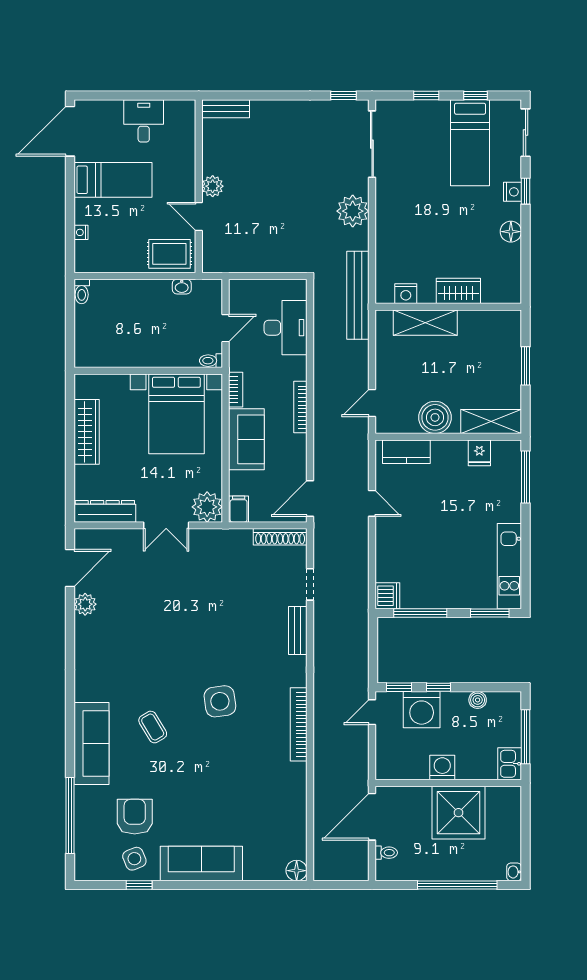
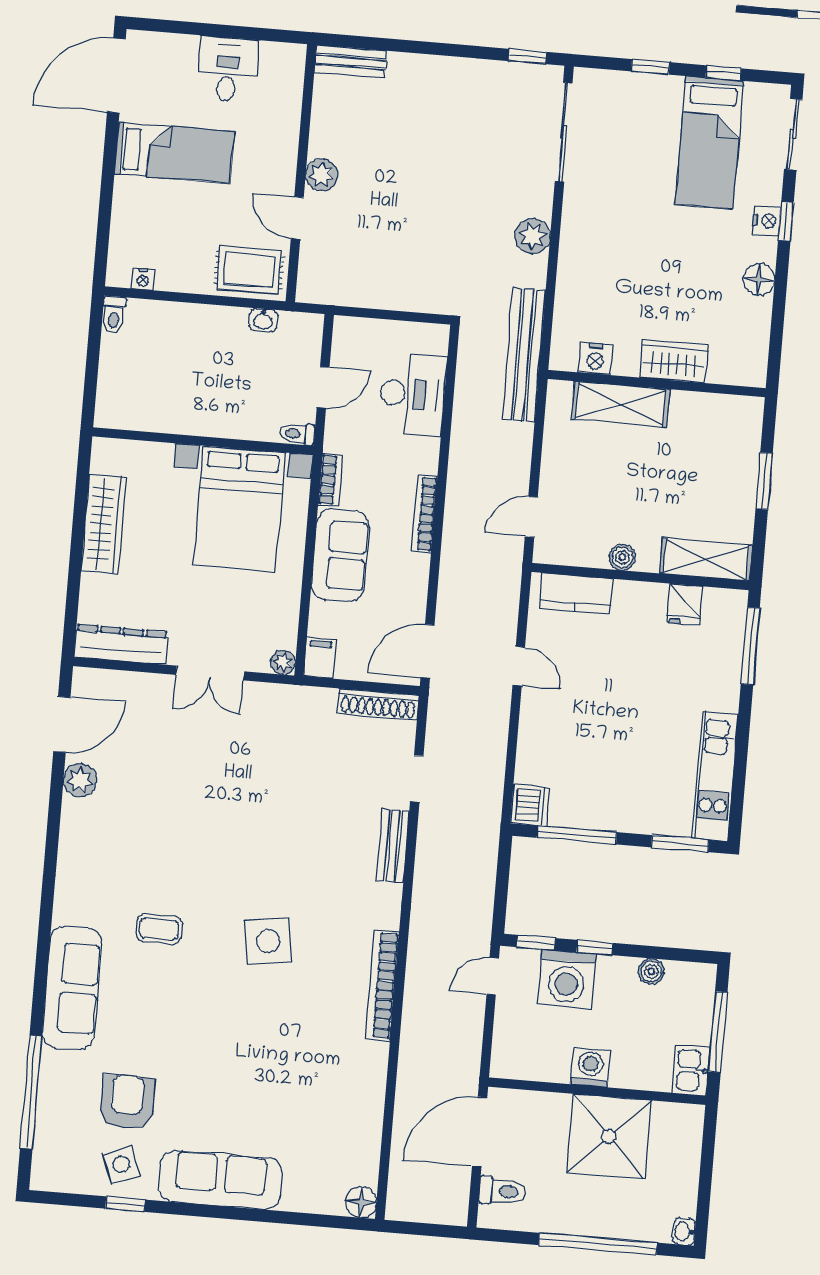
plant: (353, 211) -> (533, 236), width x0.73, depth x0.73
nightstand: (81, 232) -> (143, 279), moved, turned -90
boiler: (435, 417) -> (622, 557), width x0.54, depth x0.54
plant: (207, 507) -> (283, 662), width x0.53, depth x0.53
coffee table: (153, 727) -> (159, 929), moved, turned -59
toilet: (386, 853) -> (502, 1191), width x1.37, depth x1.39

